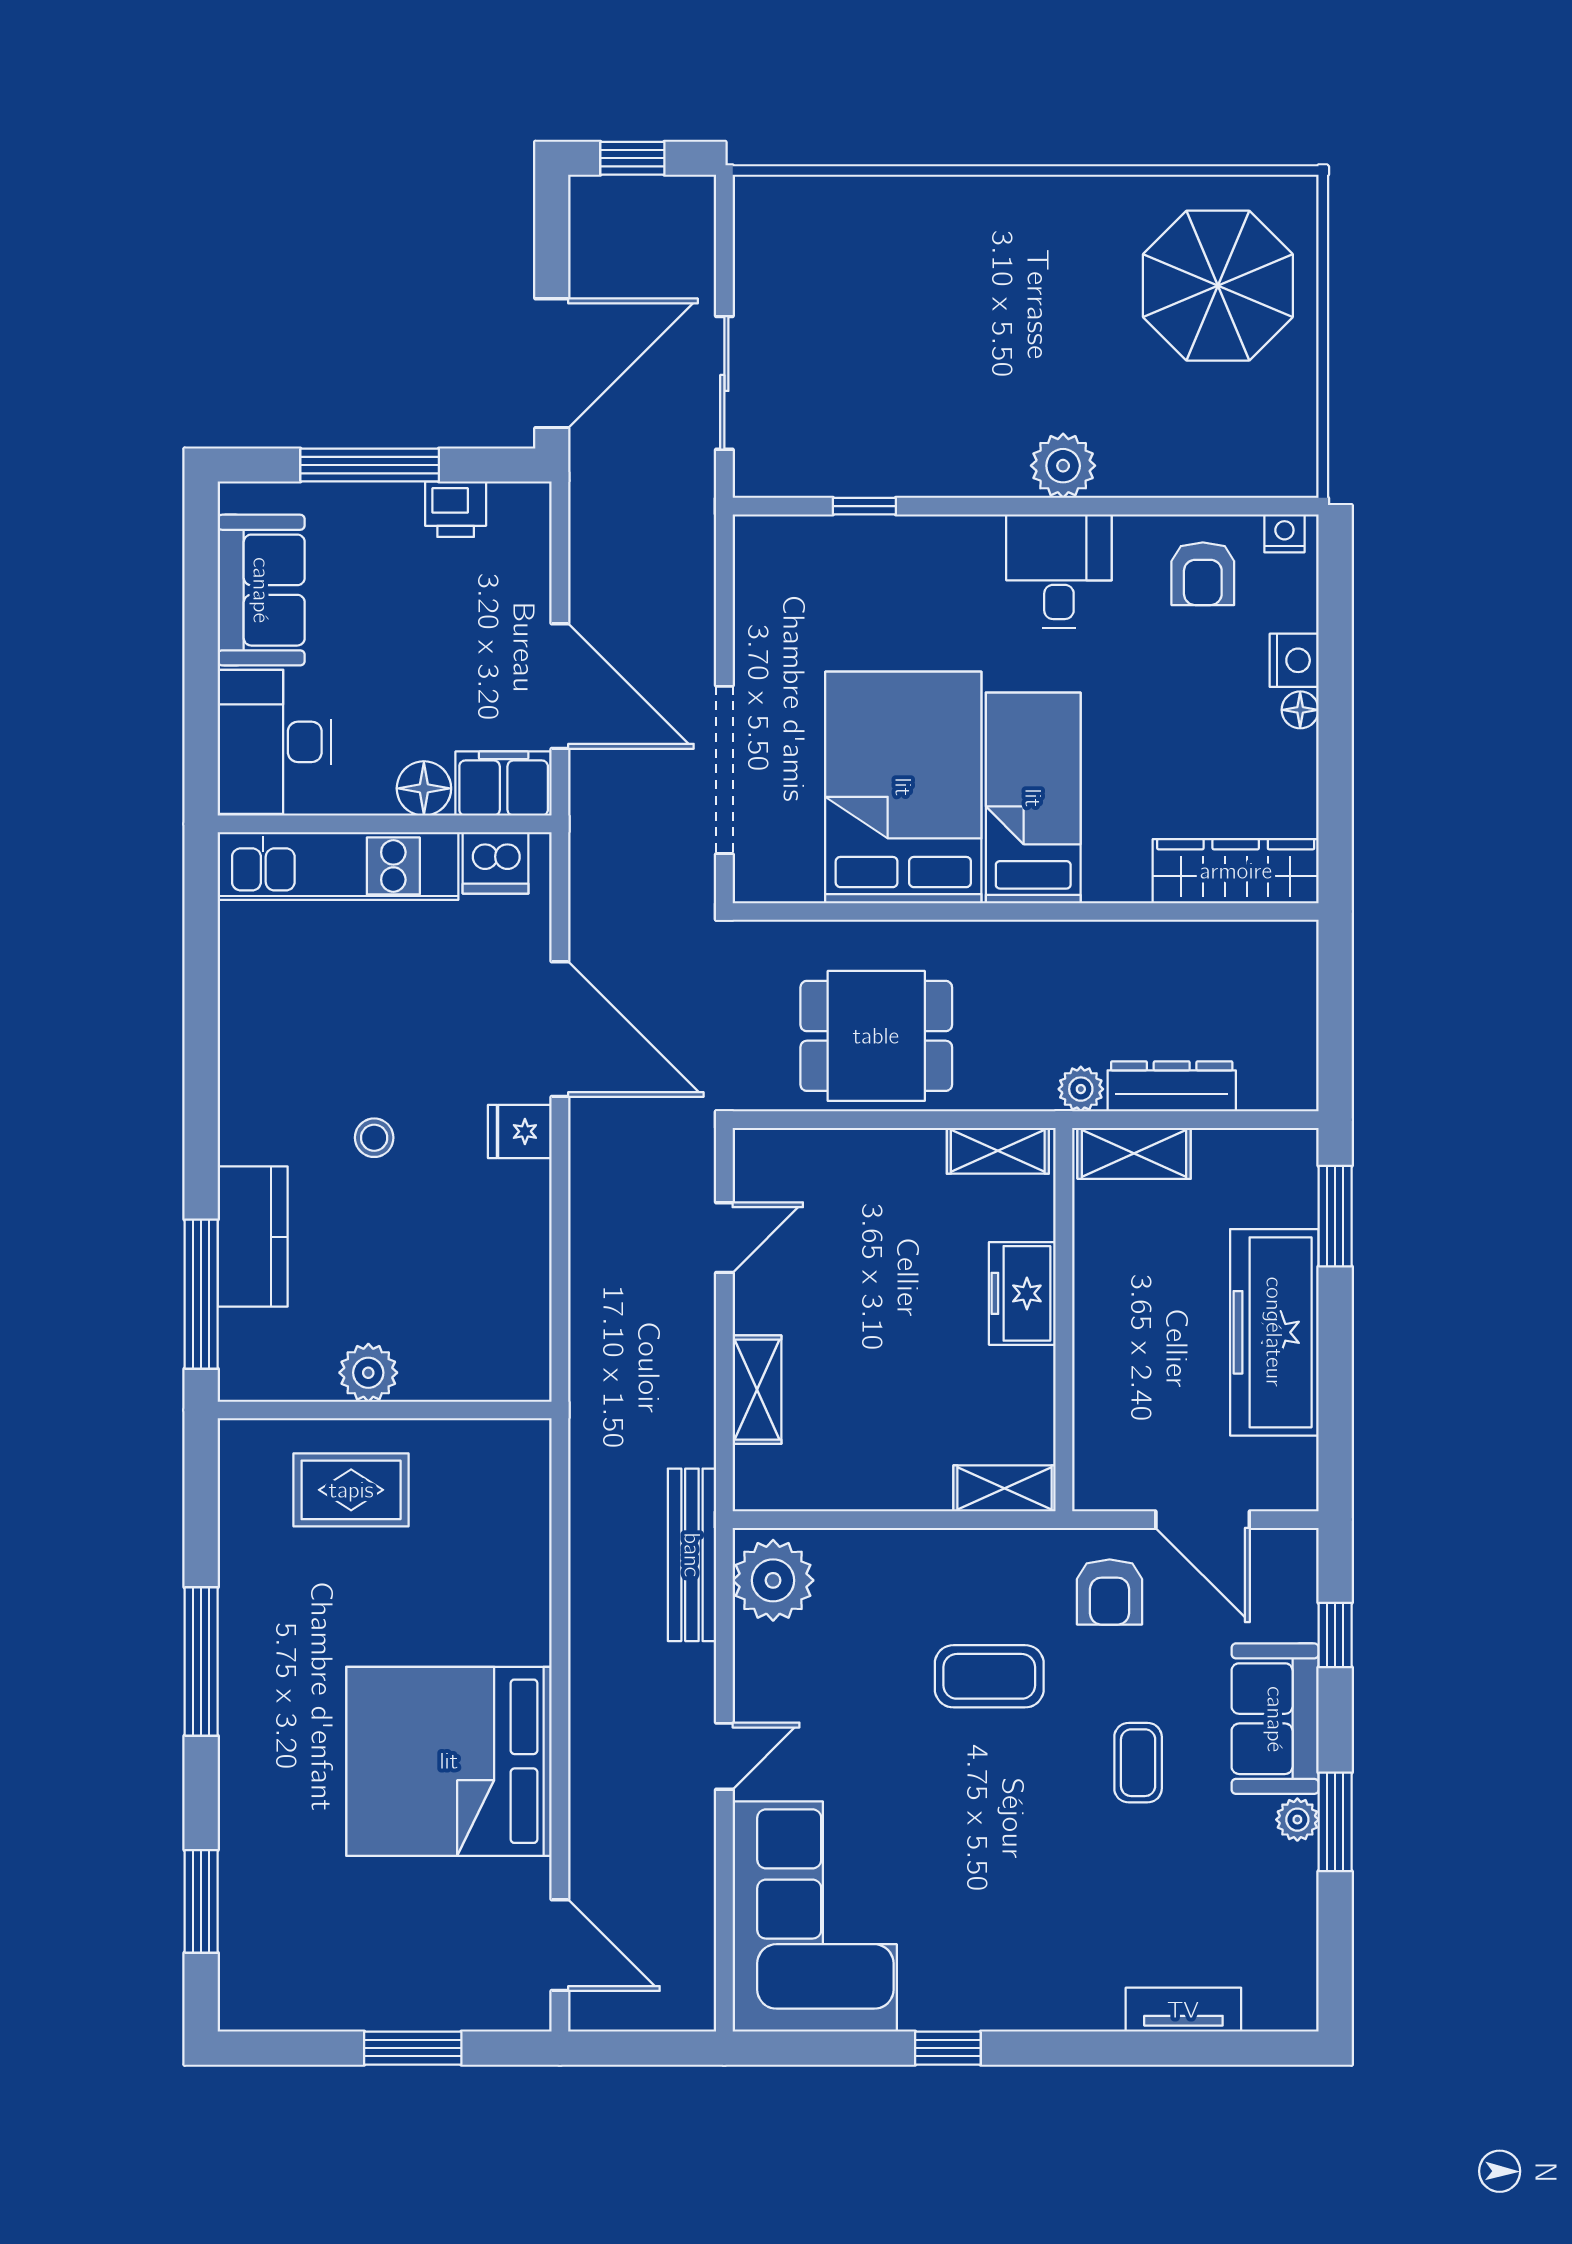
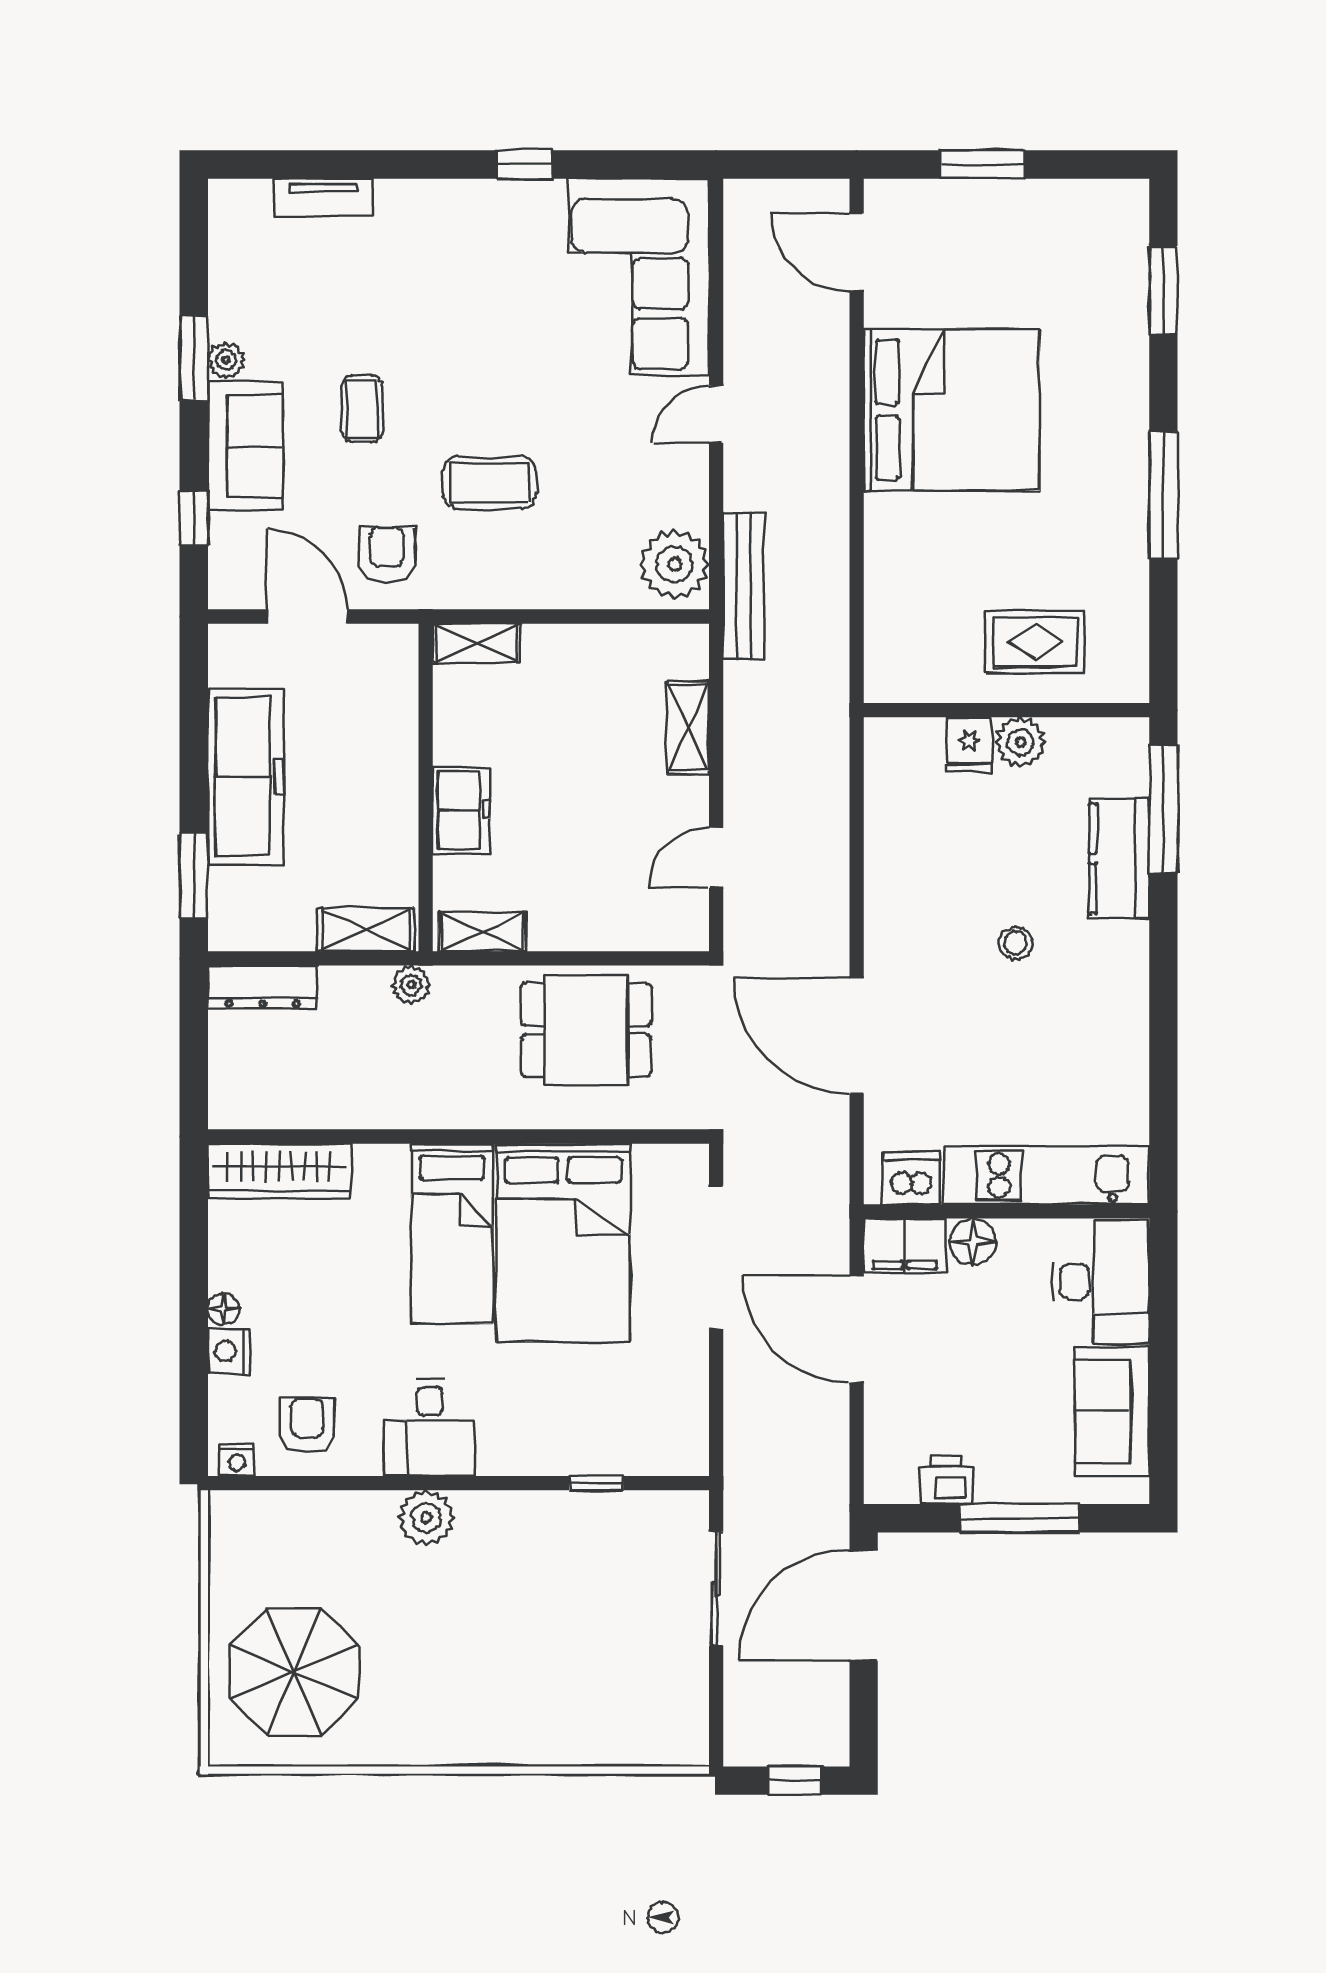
dresser: (1172, 1086) -> (263, 987), moved
fridge: (520, 1131) -> (969, 744), moved, turned 90

